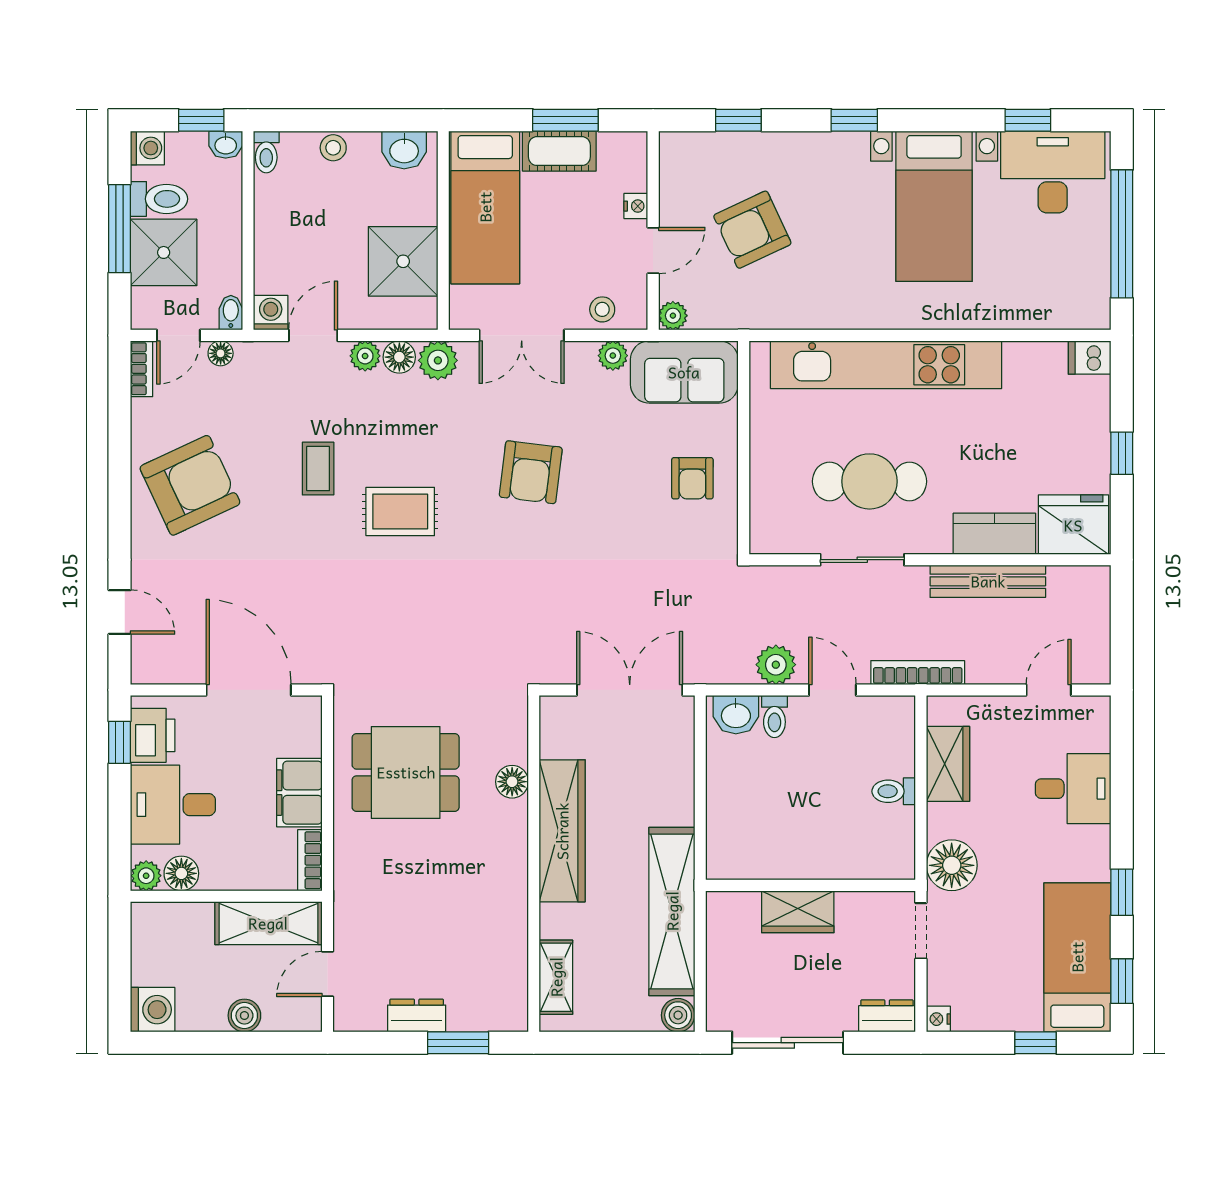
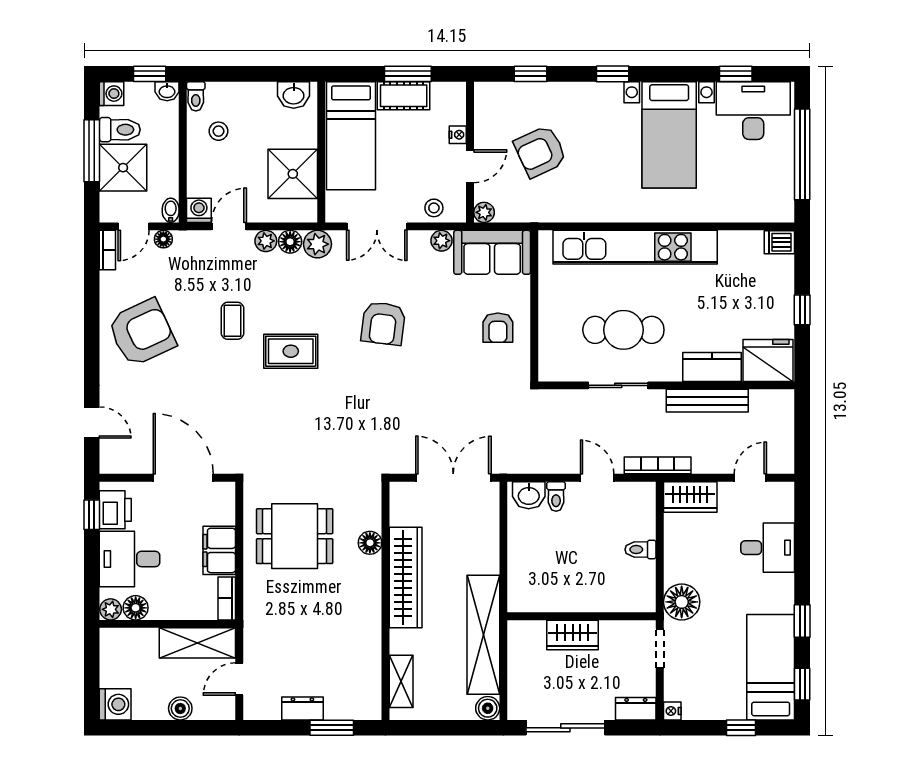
stool: (333, 148) -> (218, 131), moved
plant: (776, 665) -> (557, 460), removed
wardrobe: (948, 764) -> (690, 497), moved, turned 90

